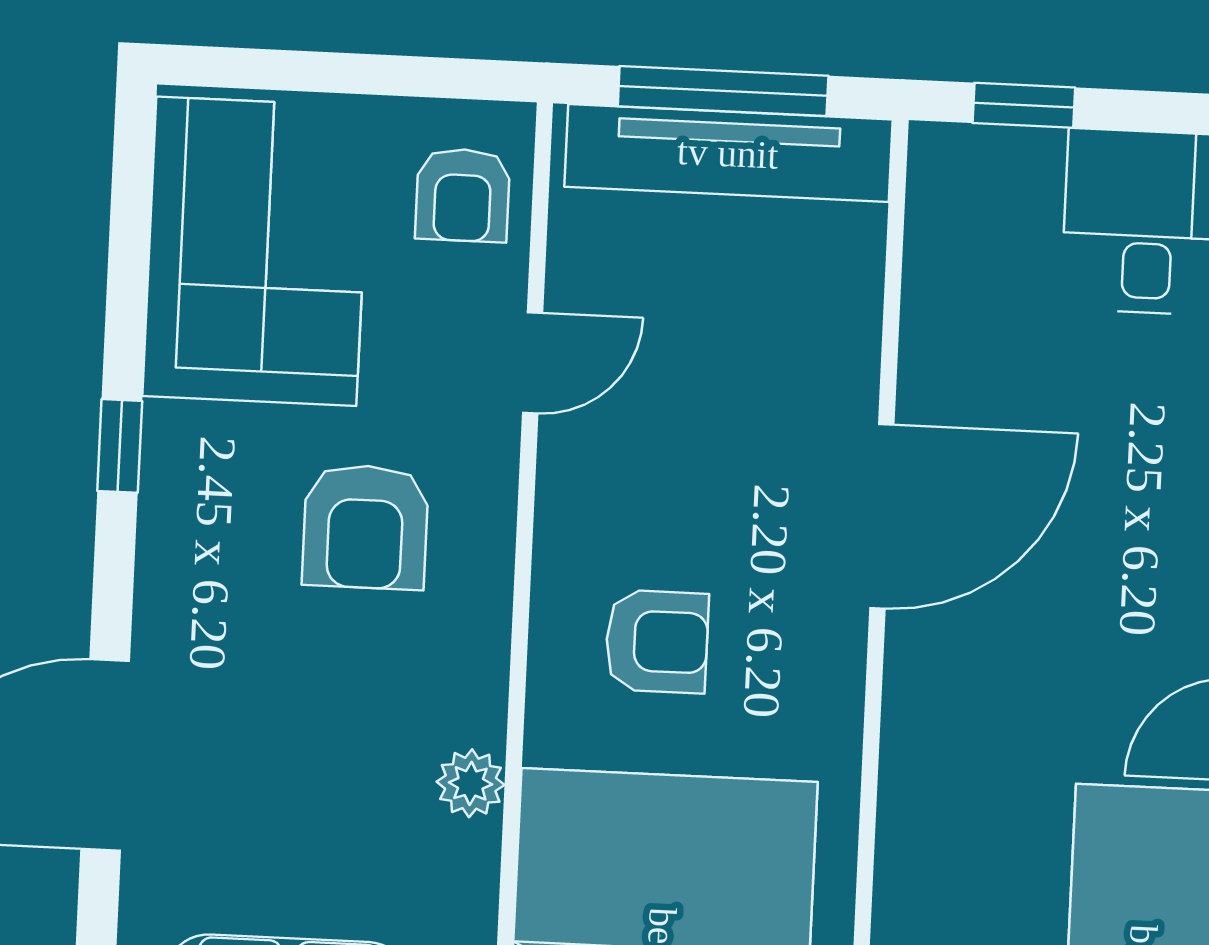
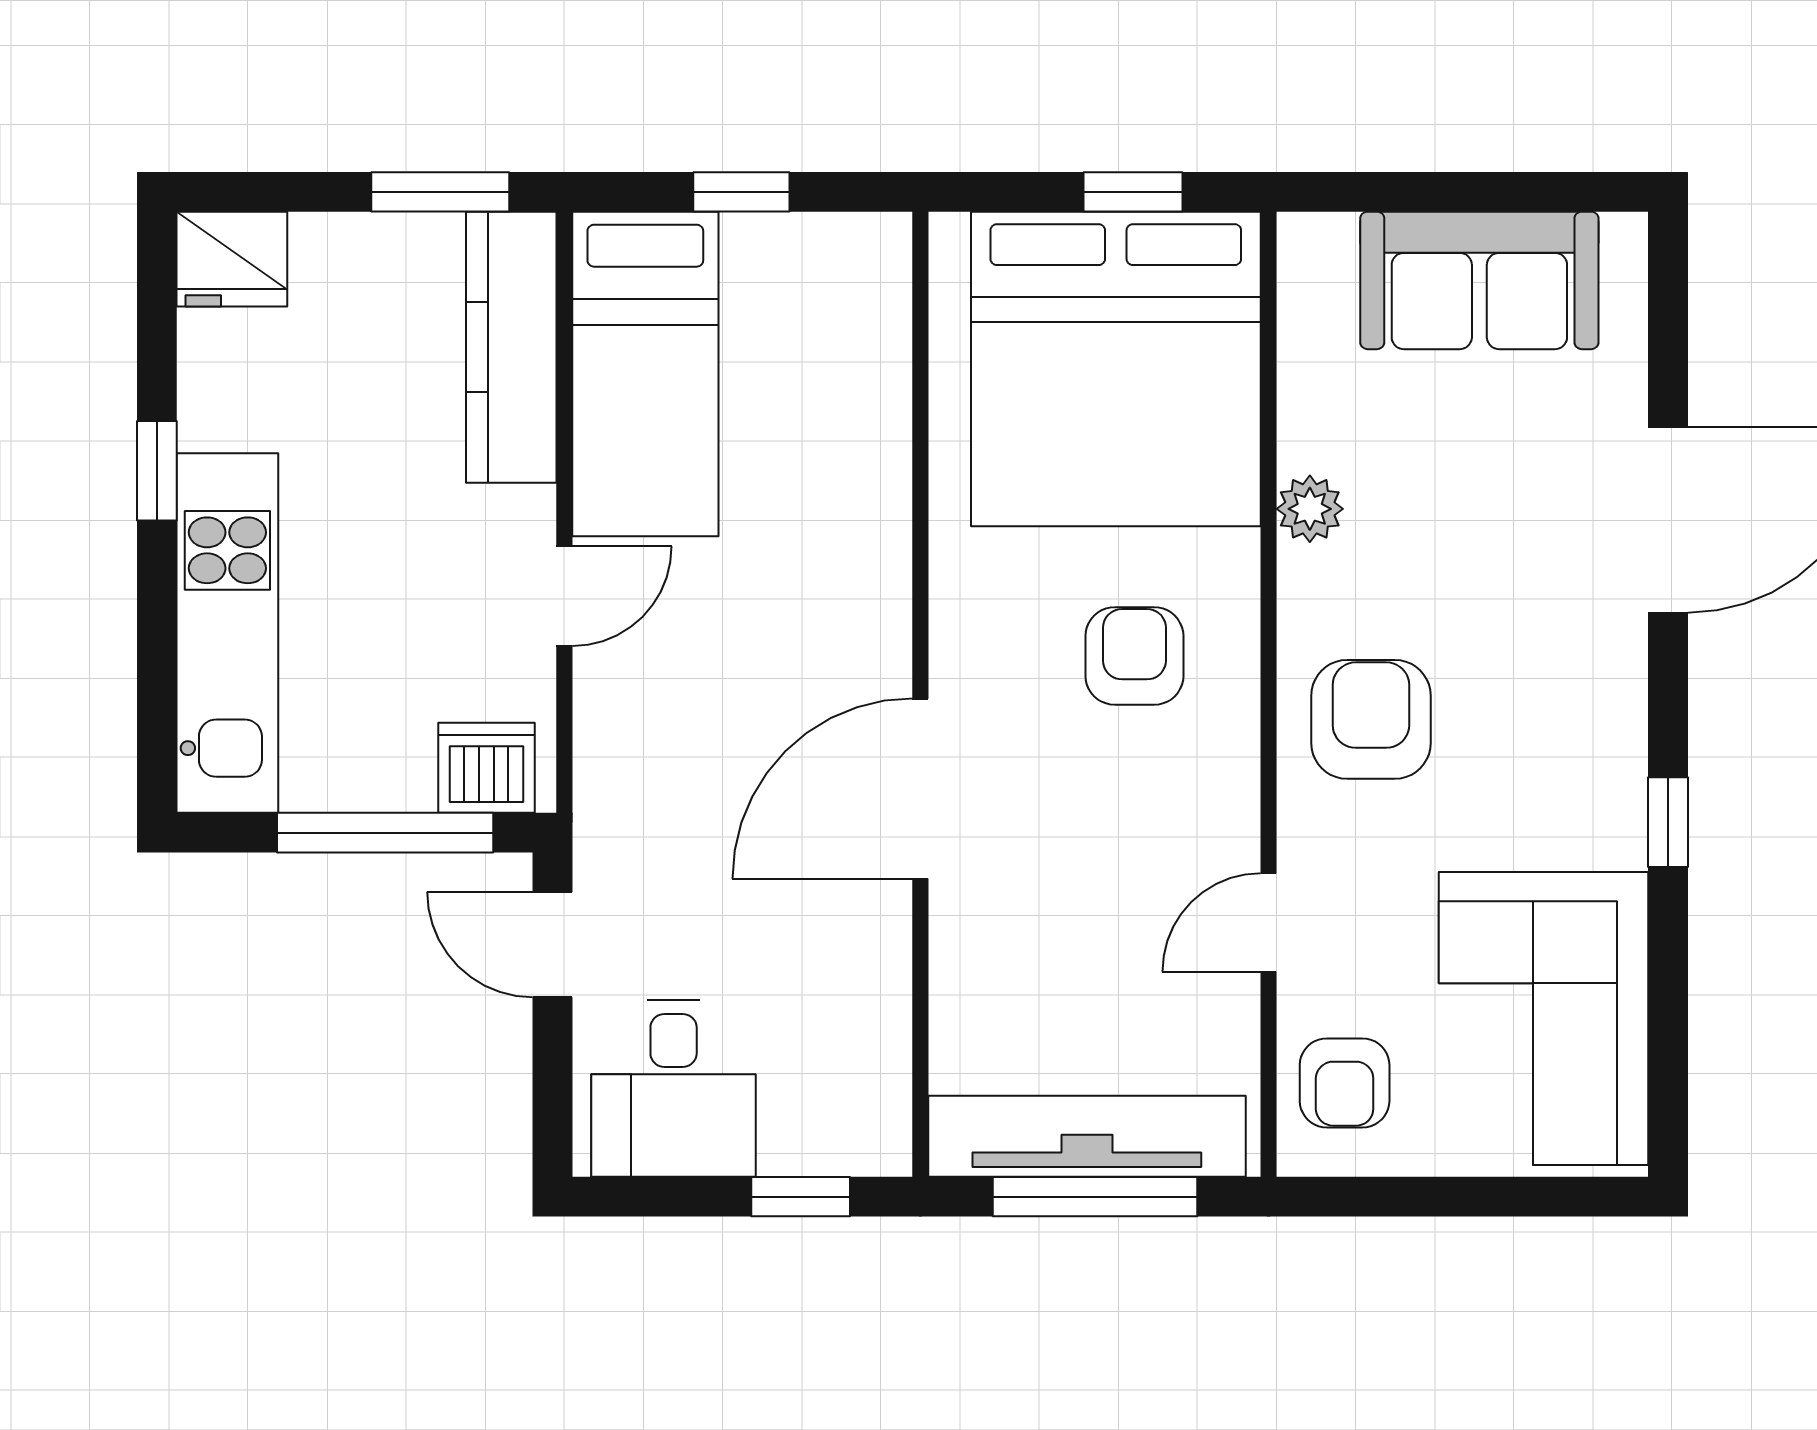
armchair: (463, 195) -> (1345, 1083), turned 180
armchair: (365, 527) -> (1371, 719), moved
armchair: (657, 641) -> (1134, 656), turned 90

